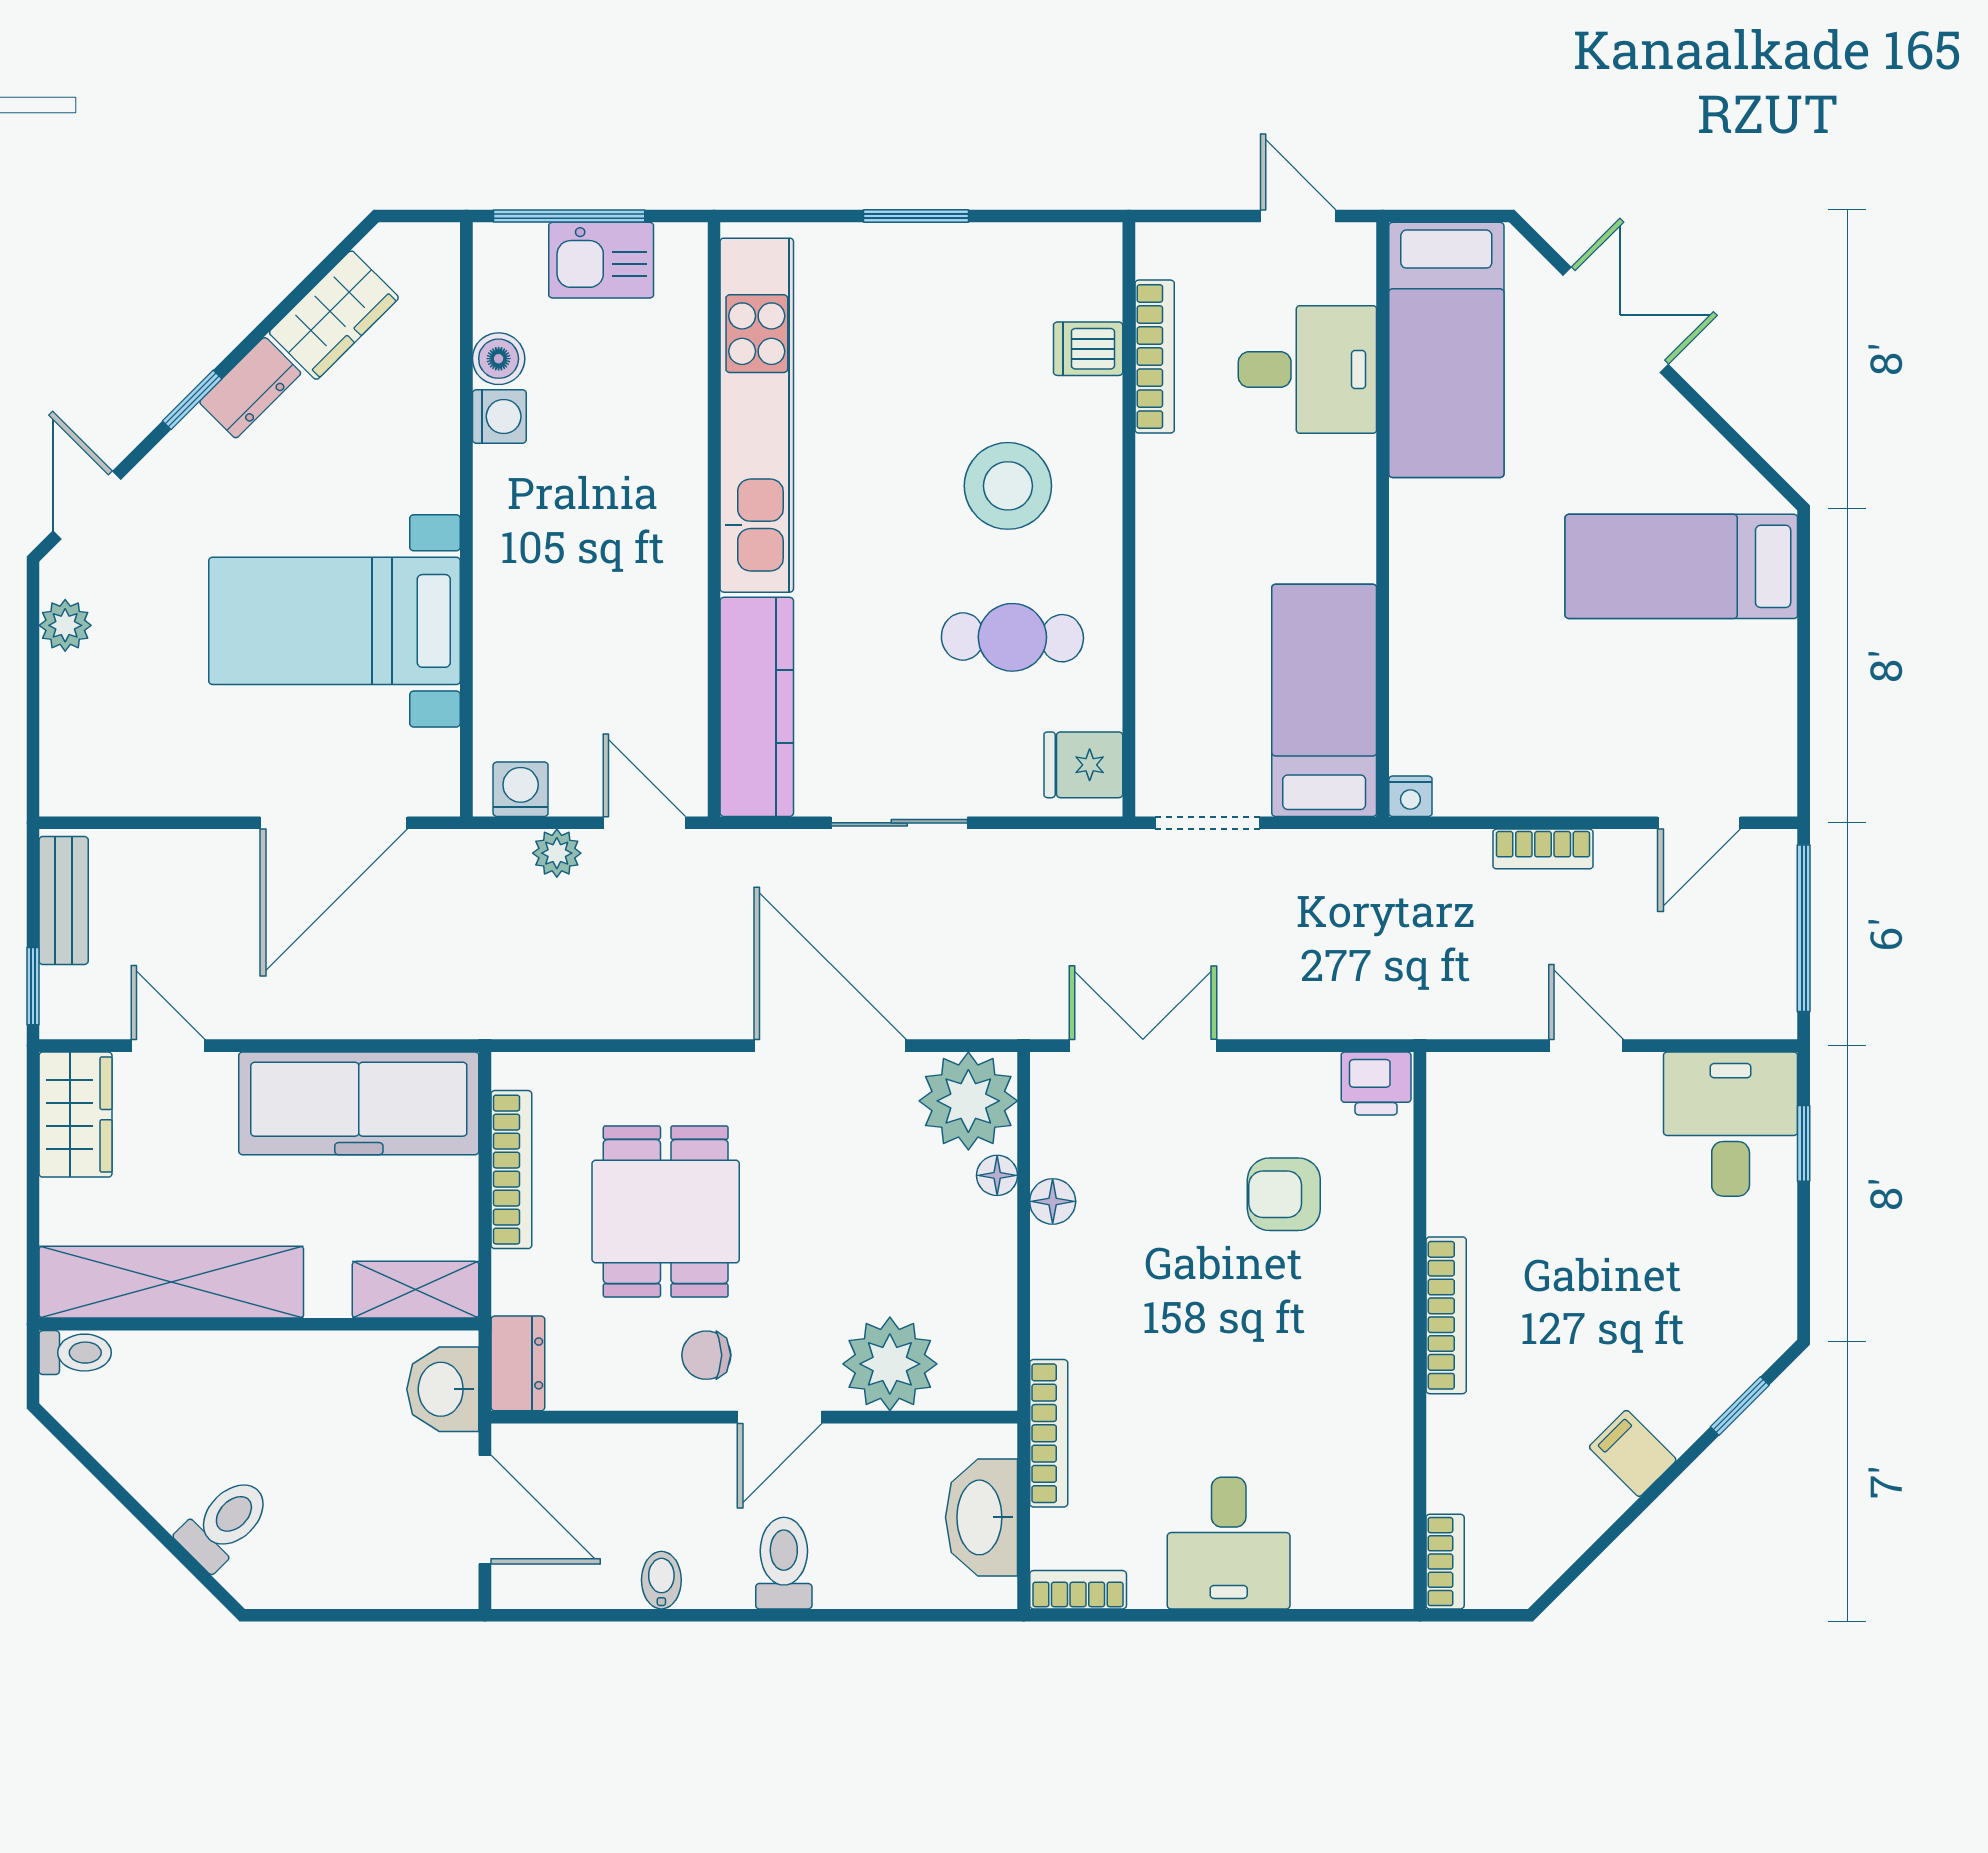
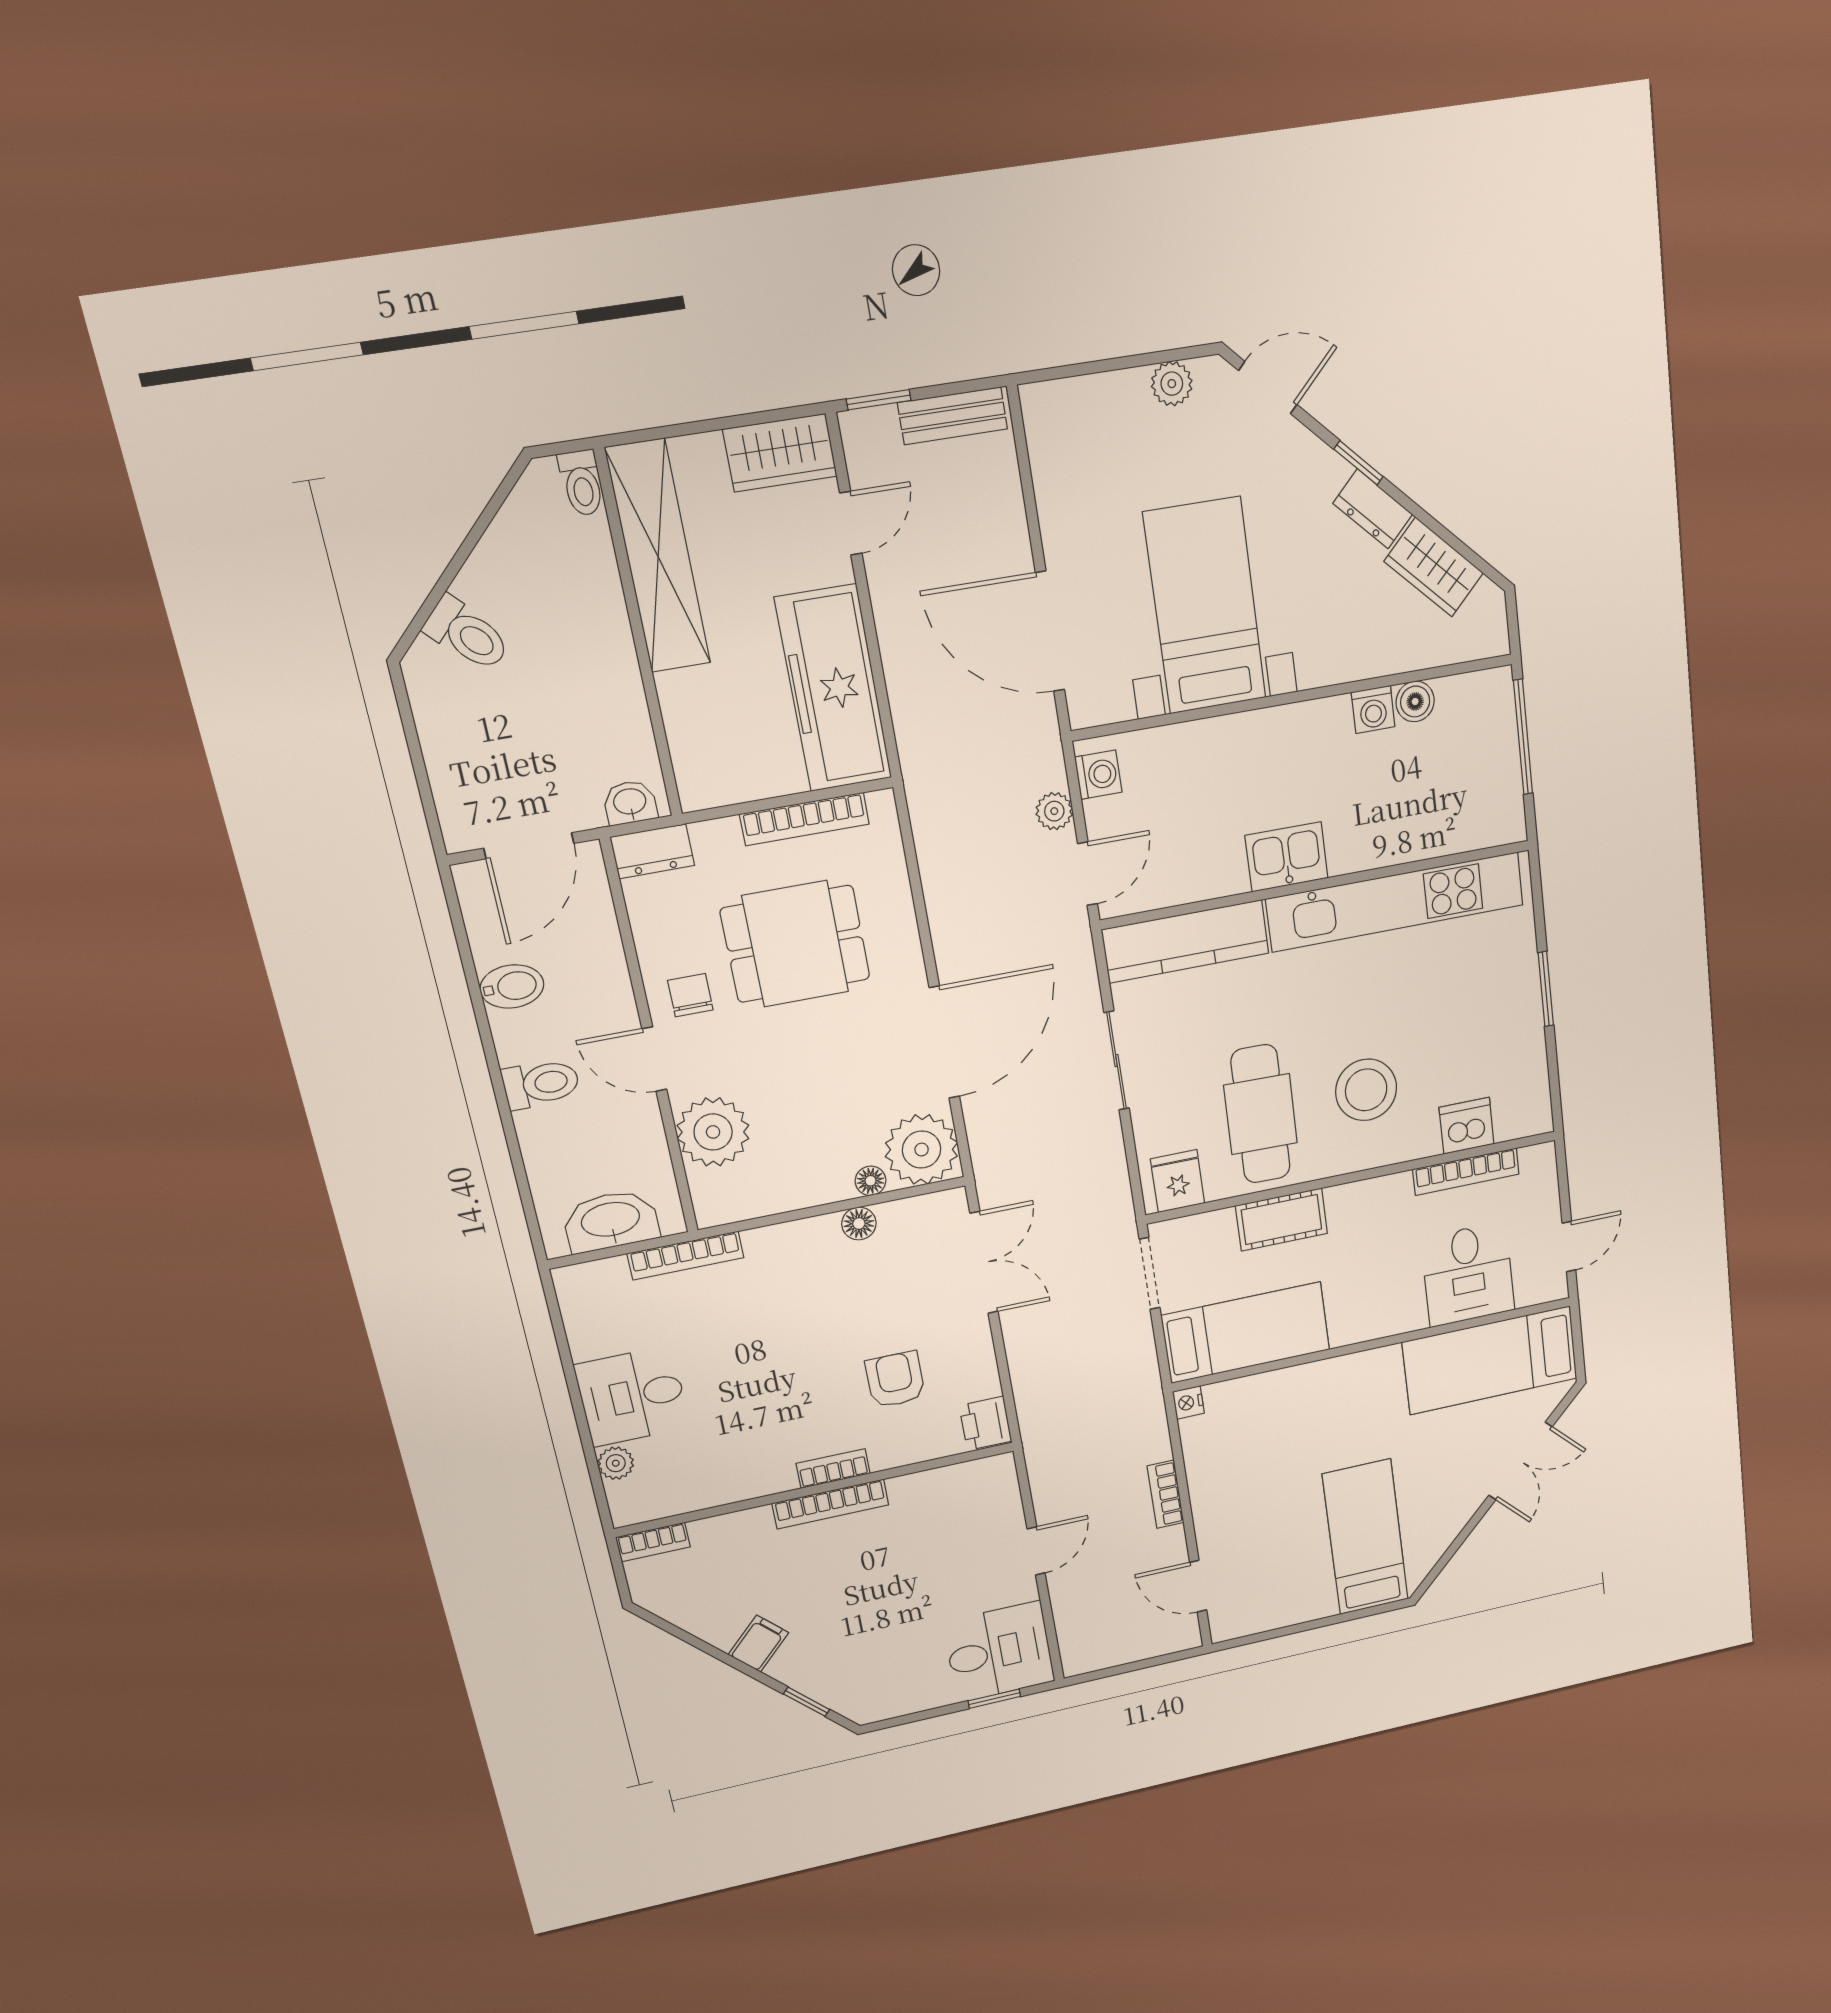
kitchen sink: (601, 260) -> (1287, 857), moved, turned 90
dishwasher: (1088, 349) -> (1467, 1126), width x1.38
cot: (1169, 628) -> (1282, 1220), added
cafe table: (1012, 637) -> (1261, 1114), width x1.37, depth x1.35
window: (1804, 928) -> (1138, 1665), removed
shelving: (416, 1290) -> (694, 760), removed
washbasin: (443, 1389) -> (630, 803), width x0.72, depth x0.69
bidet: (661, 1580) -> (512, 987), width x1.38, depth x1.36
plant: (1319, 1585) -> (616, 1463), added
bookcase: (1078, 1590) -> (833, 1469), moved, turned -90

